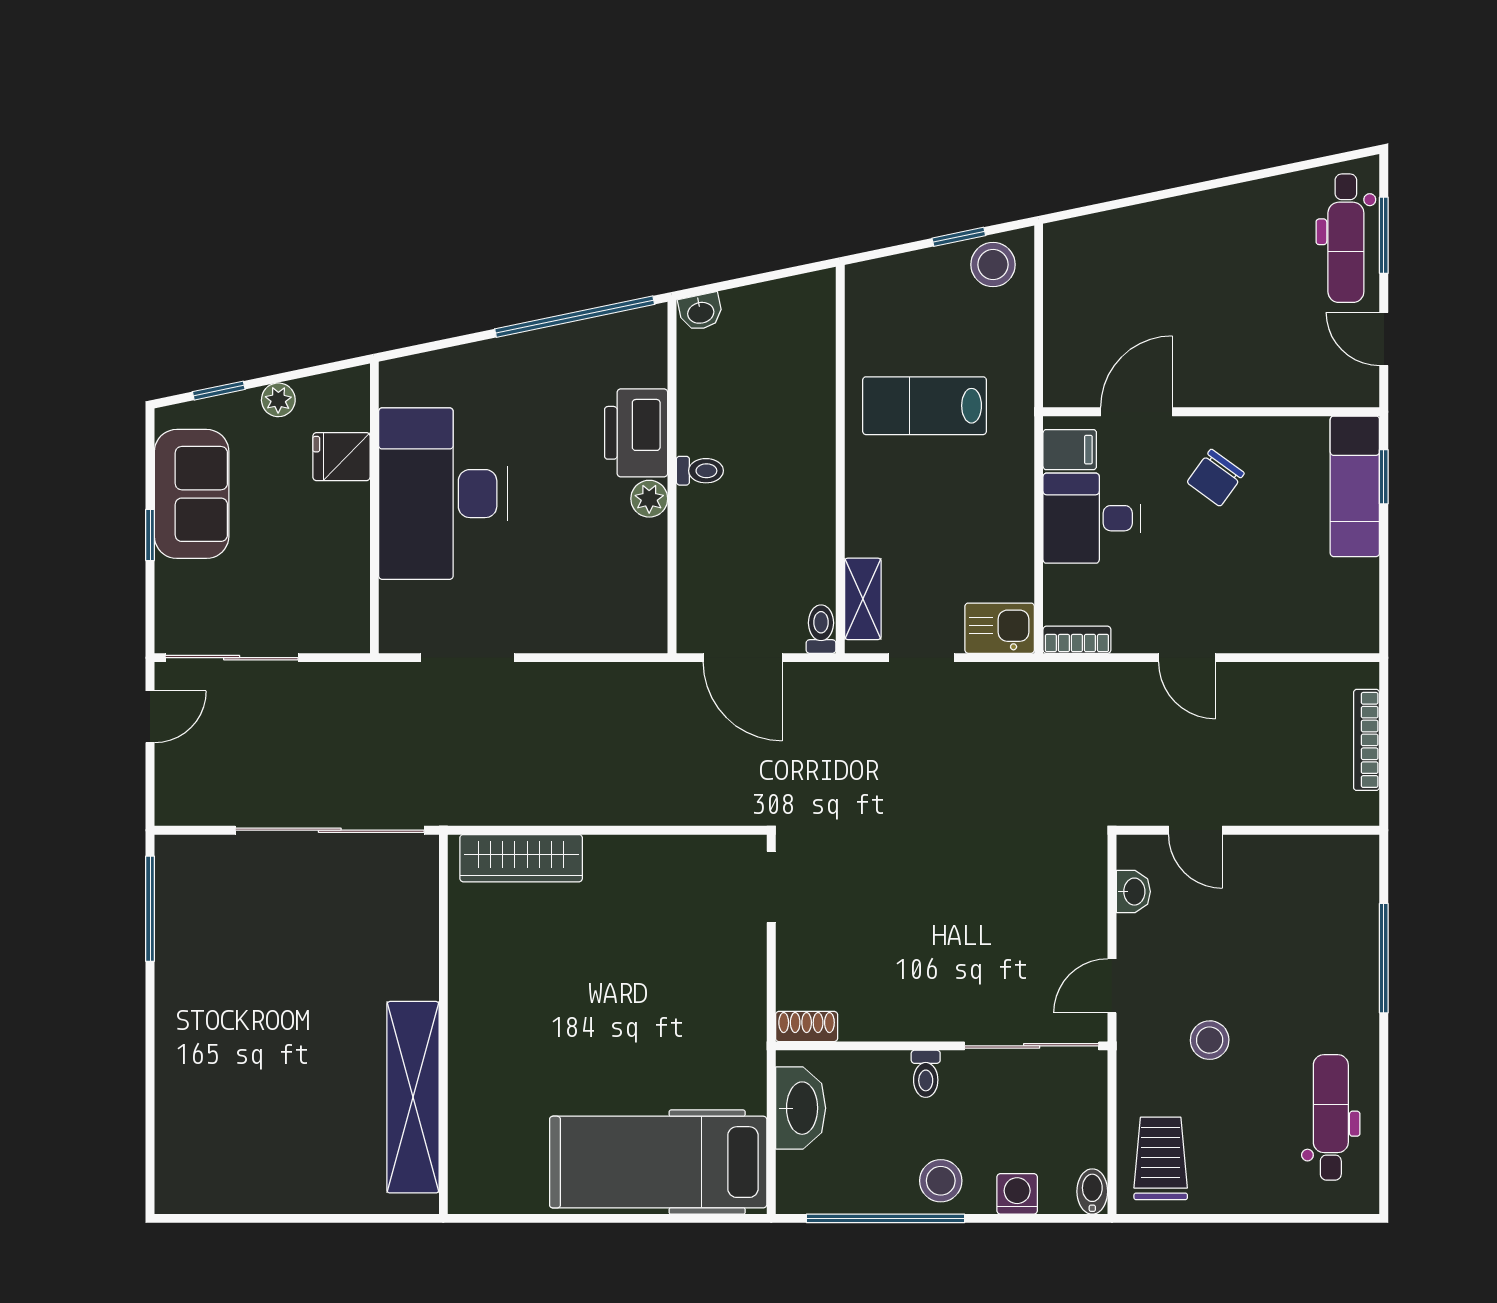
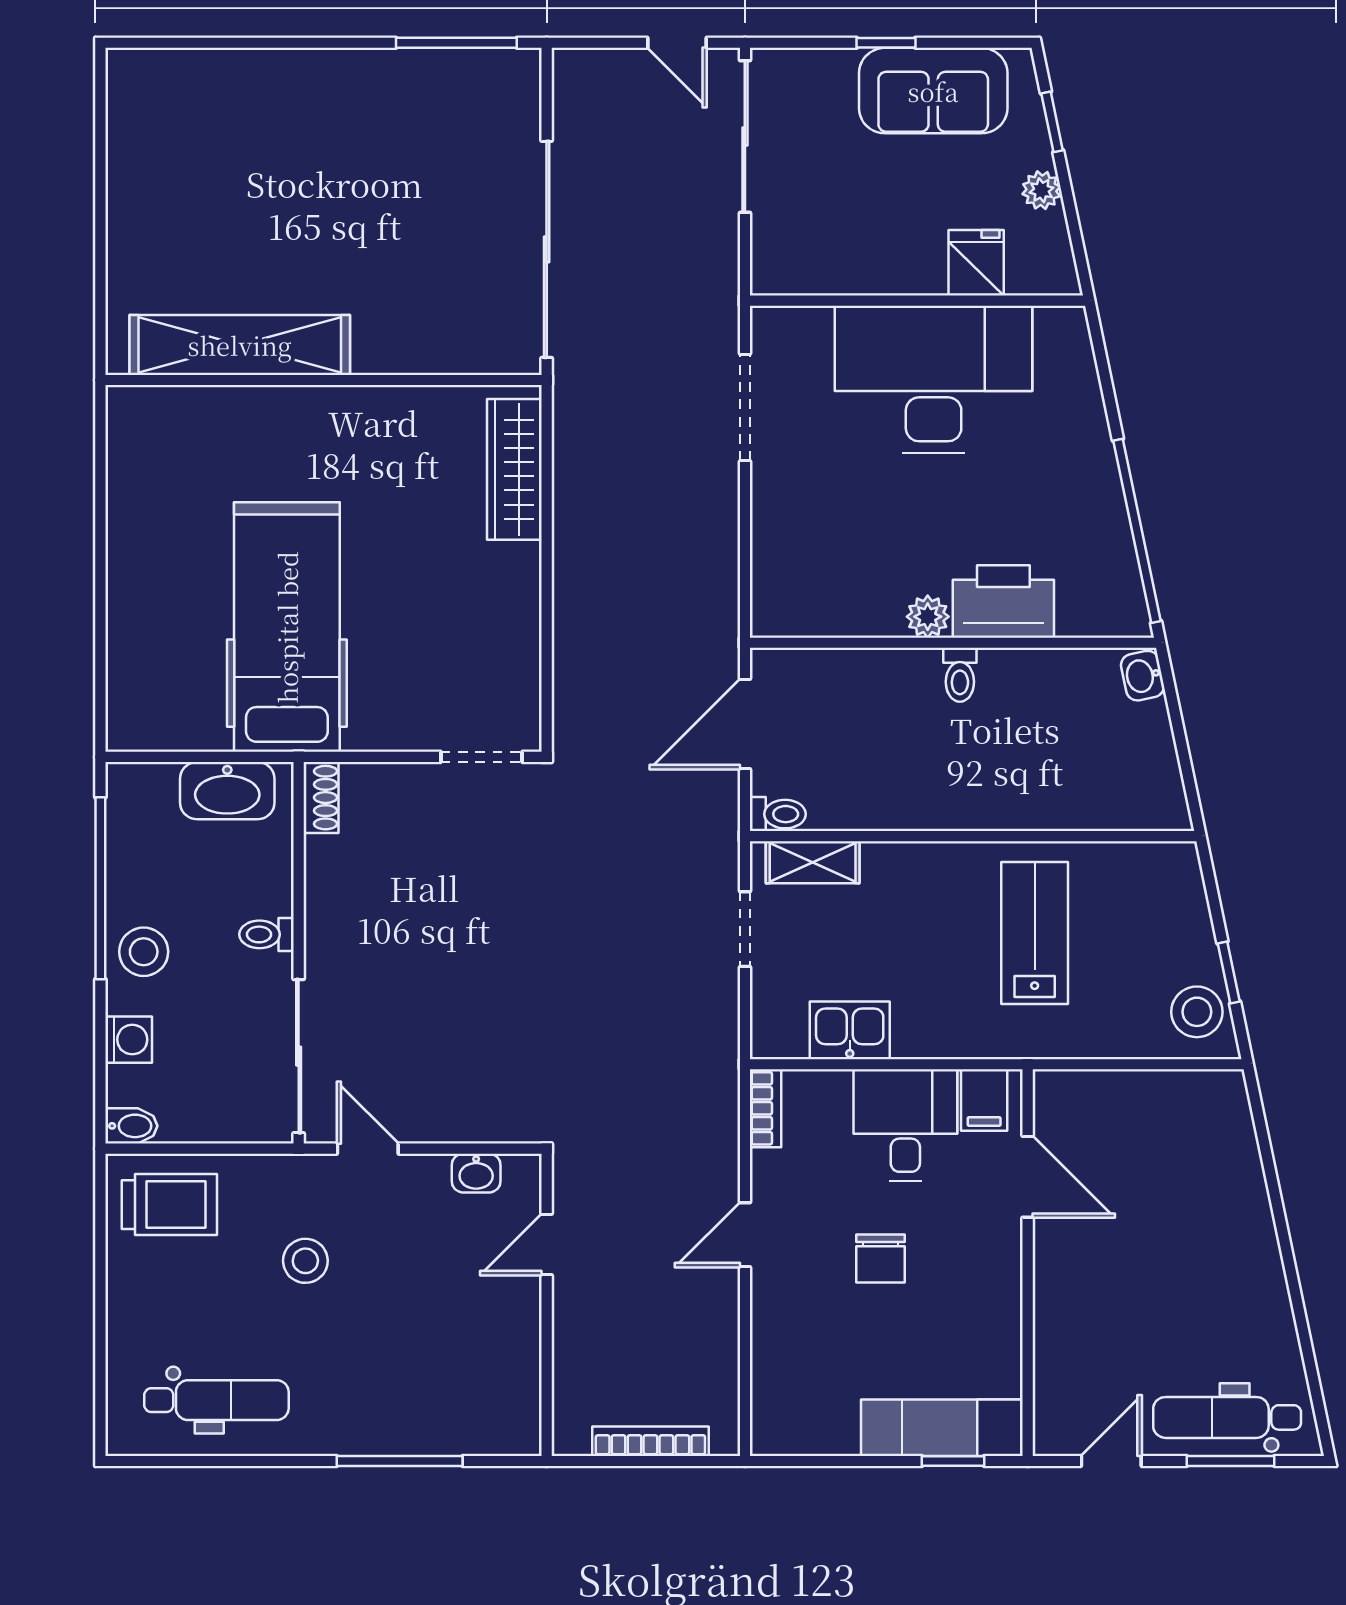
chair: (1216, 478) -> (881, 1259), moved, turned -126
kitchen sink: (1000, 628) -> (850, 1030), moved, turned -90
hospital bed: (658, 1162) -> (287, 627), moved

